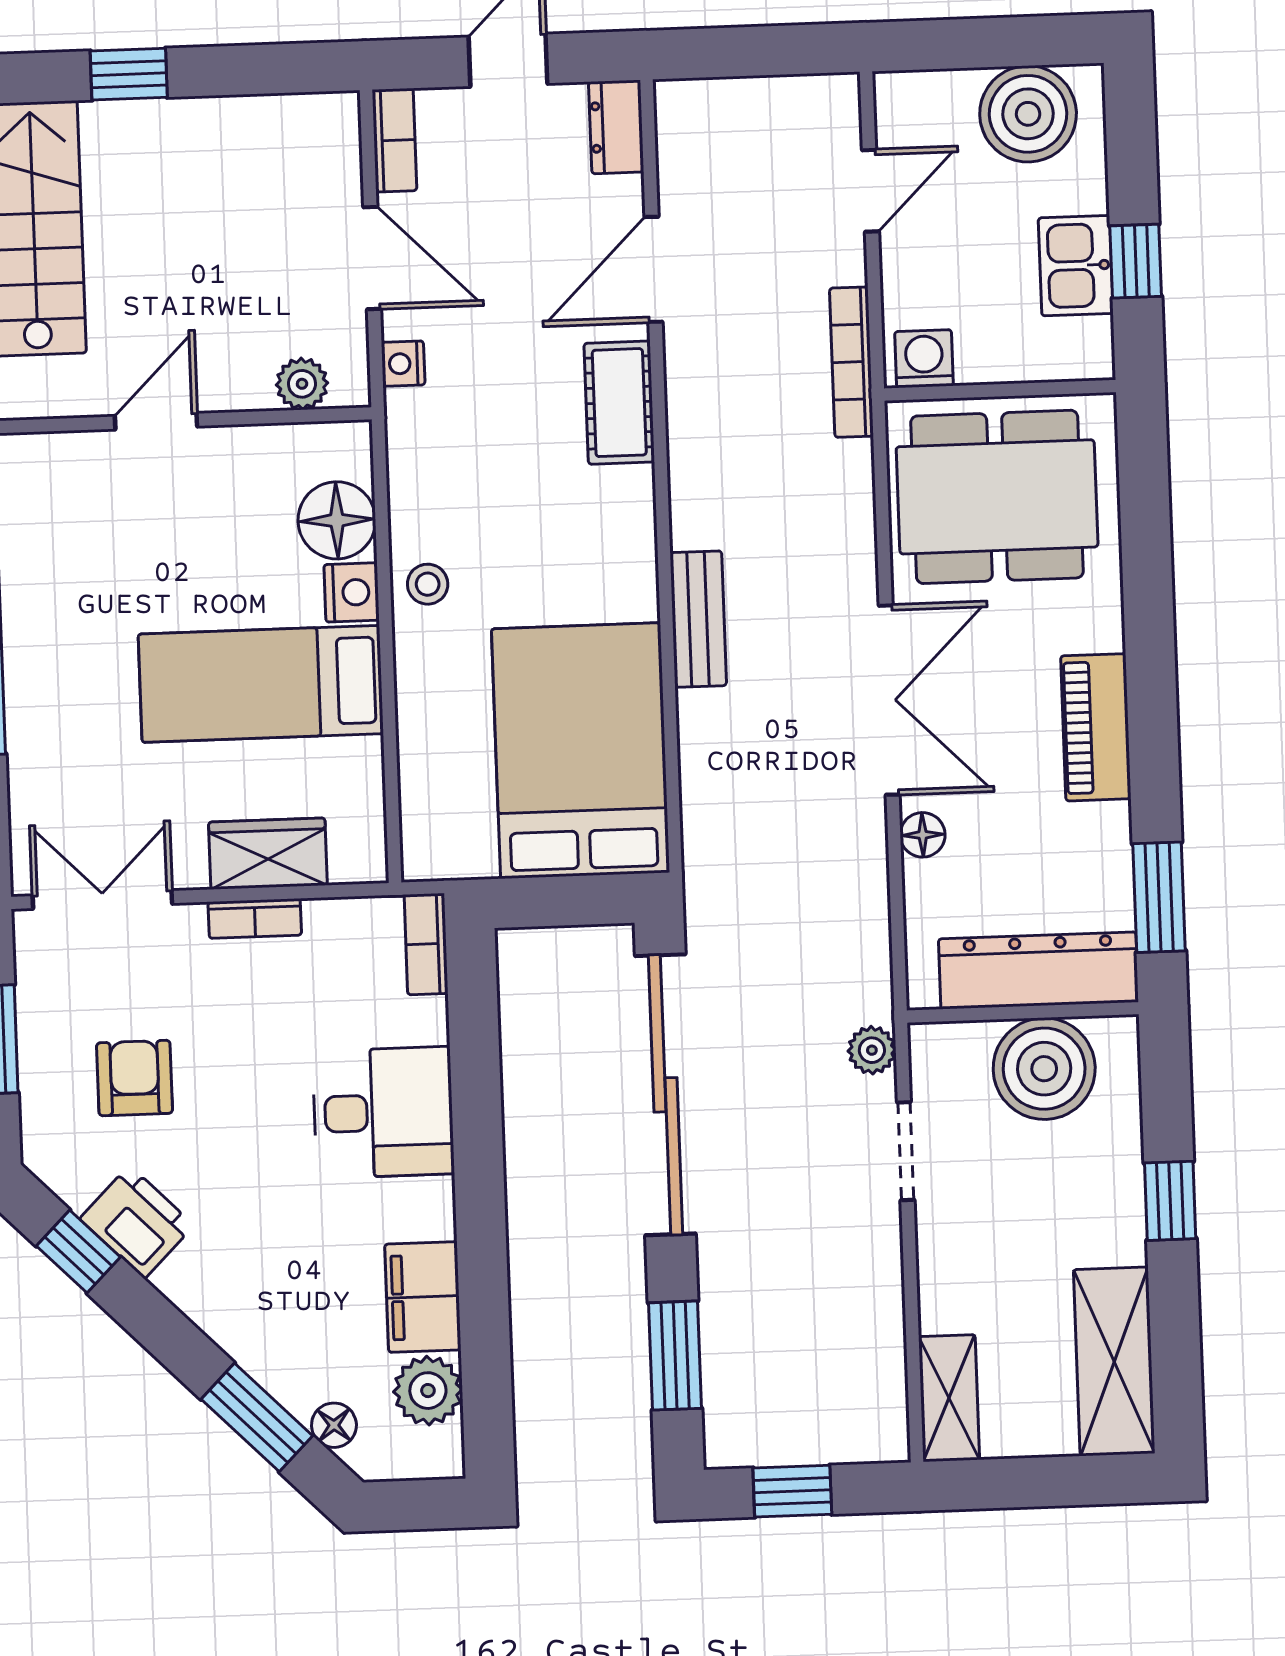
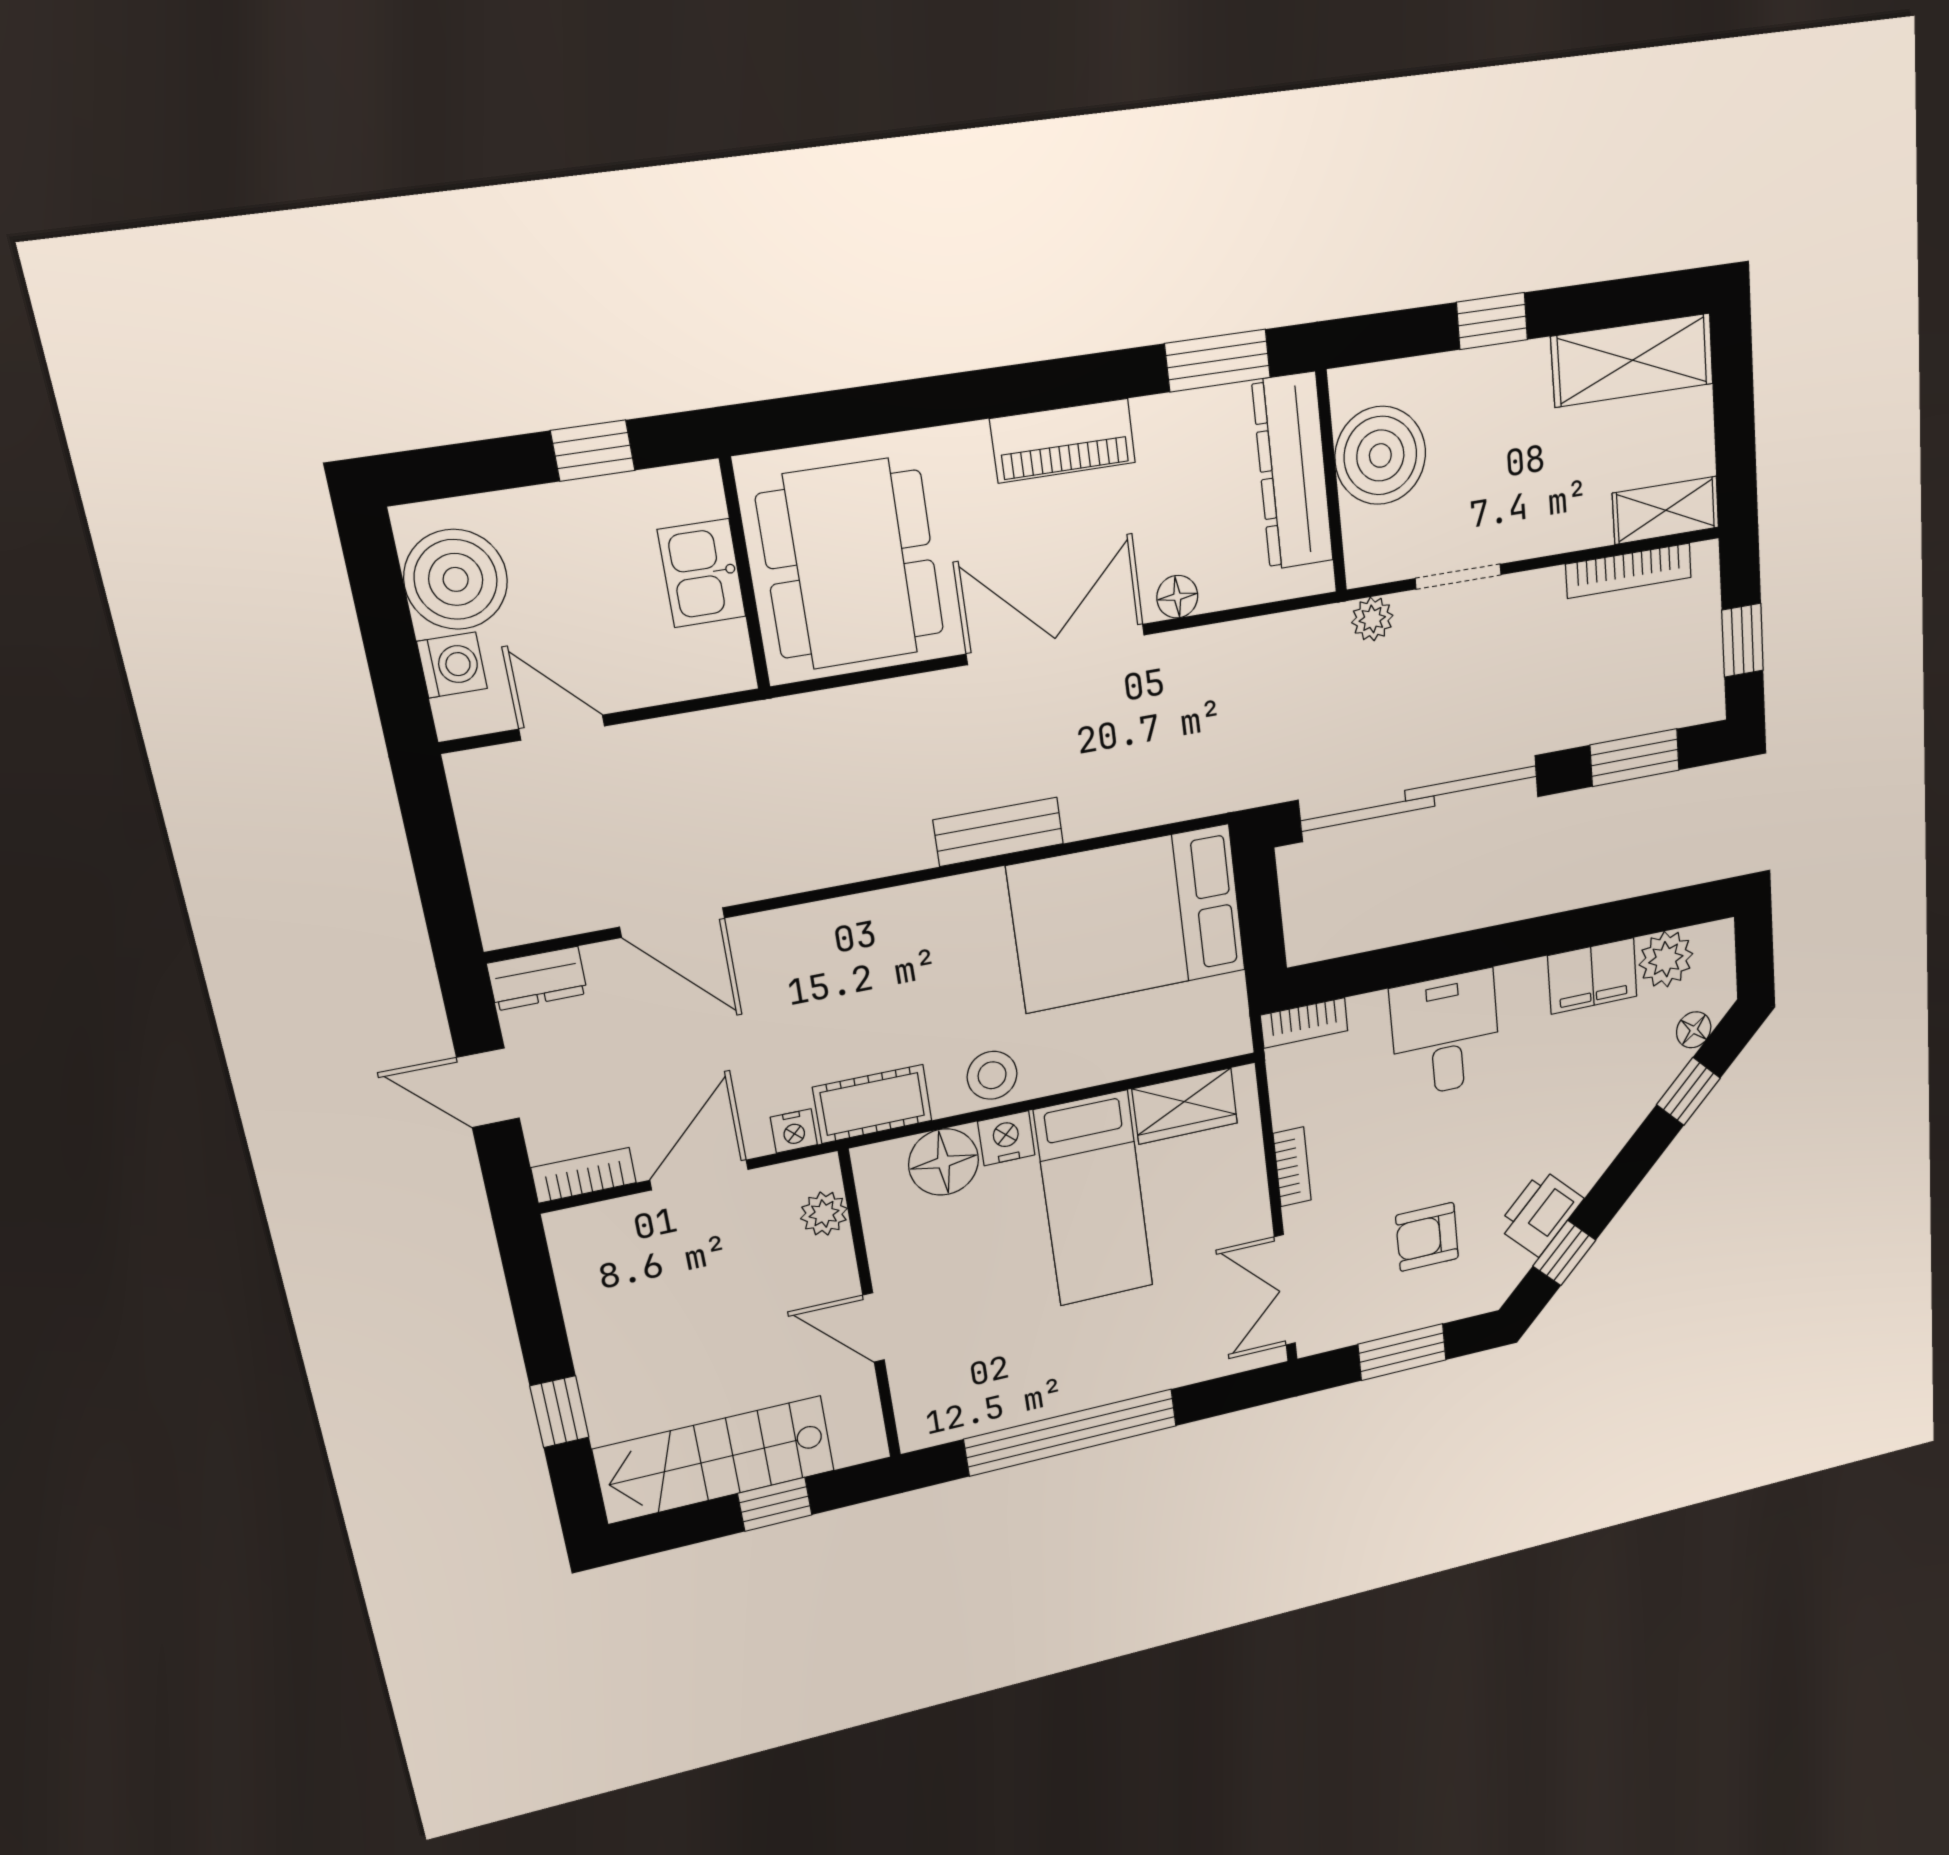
kitchen sink: (1076, 266) -> (702, 573), moved, turned 90
washing machine: (924, 359) -> (452, 665), moved, turned 180
bookcase: (851, 362) -> (1629, 571), moved
cot: (619, 403) -> (872, 1104), moved
stool: (428, 584) -> (992, 1075), width x1.37, depth x1.37
wardrobe: (268, 854) -> (1185, 1106), moved, turned -90
window: (257, 1417) -> (1688, 1091), width x0.67

